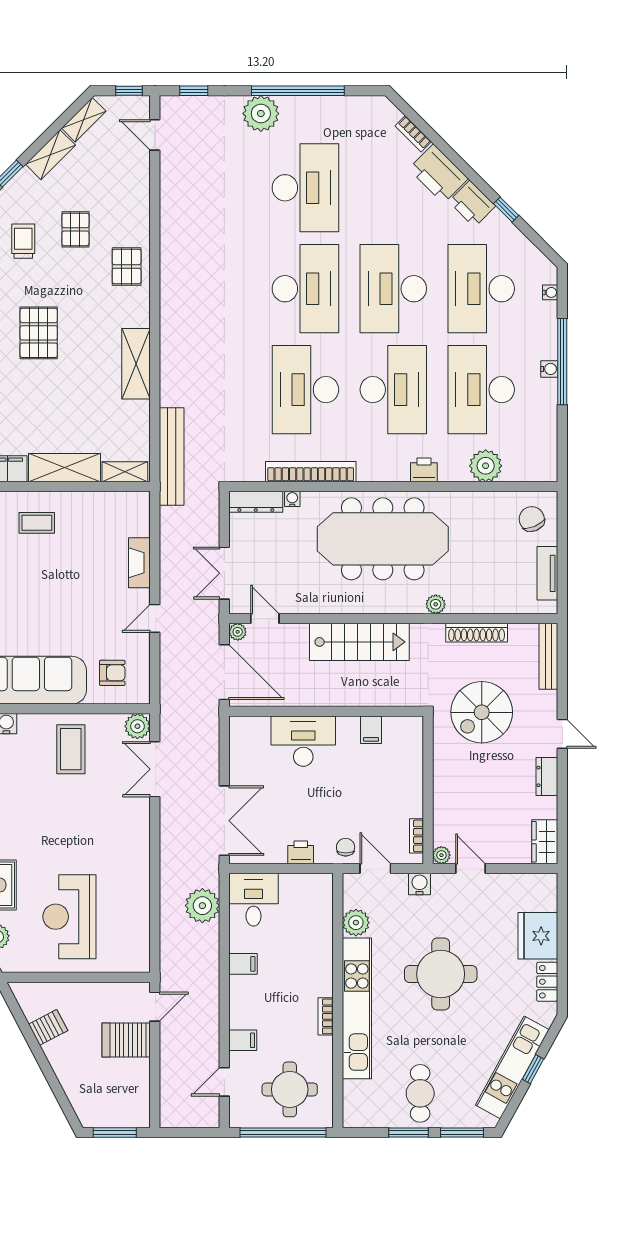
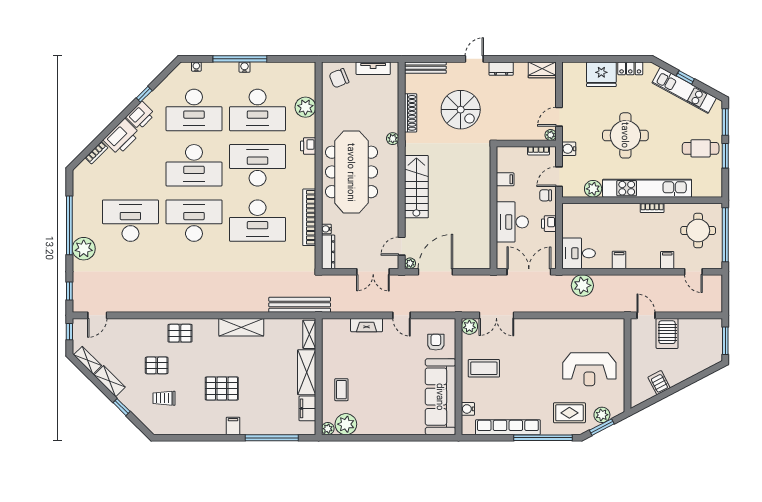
wall: (326, 711) -> (493, 208), moved
filing cabinet: (371, 730) -> (505, 179), moved
desk: (303, 741) -> (512, 222), moved

